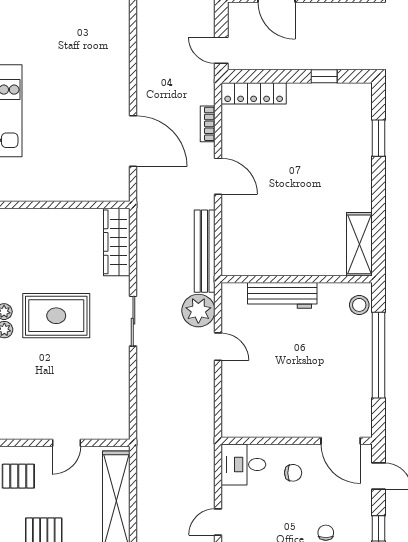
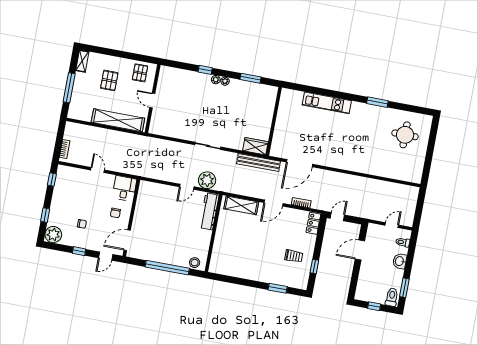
locker: (254, 93) -> (313, 223), width x0.66
trolley: (311, 119) -> (294, 256), added
wardrobe: (117, 242) -> (255, 146), width x0.67
shelving: (359, 244) -> (241, 205), moved
bench: (205, 251) -> (258, 162), moved
workbench: (282, 295) -> (209, 211), moved
rug: (56, 316) -> (218, 107), removed

